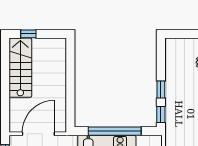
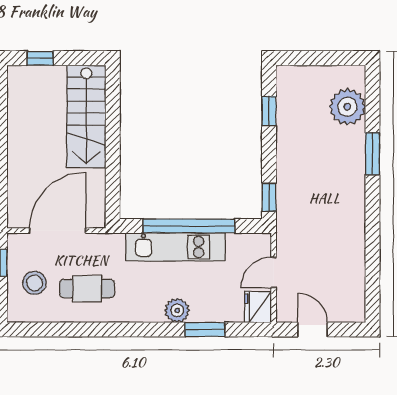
stairs: (20, 68) -> (86, 116), moved, turned 180
window: (161, 90) -> (269, 111), moved

